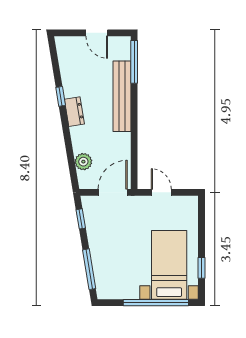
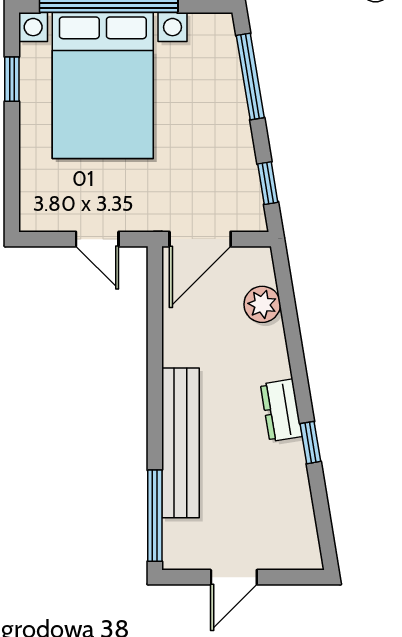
door: (97, 33) -> (234, 577), swing flipped
bed with nightstands: (169, 265) -> (103, 85), width x1.36

